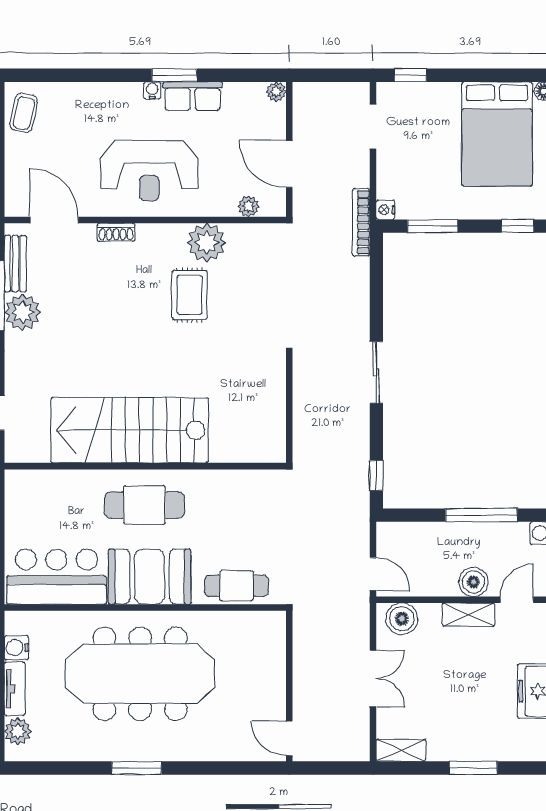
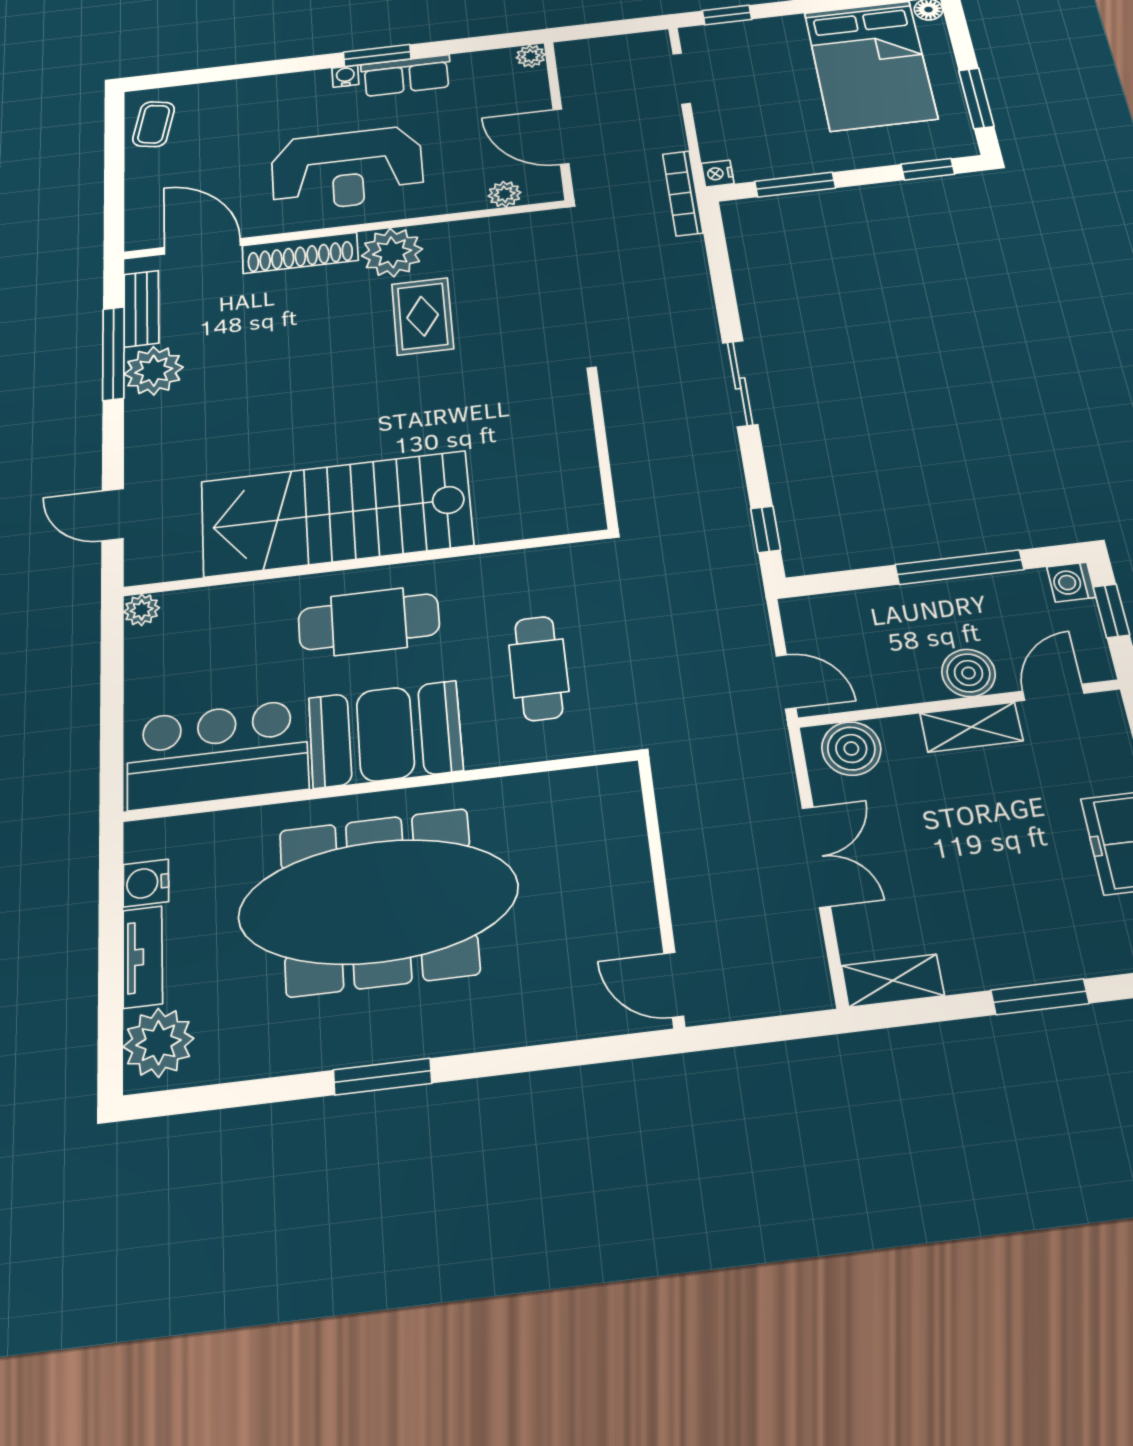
shoe rack: (116, 232) -> (300, 253), width x1.94, depth x1.24
plant: (207, 243) -> (392, 252), moved
plant: (15, 480) -> (142, 610), added
cafe table: (237, 586) -> (539, 668), moved, turned 90
plant: (18, 731) -> (158, 1043), width x1.36, depth x1.36

